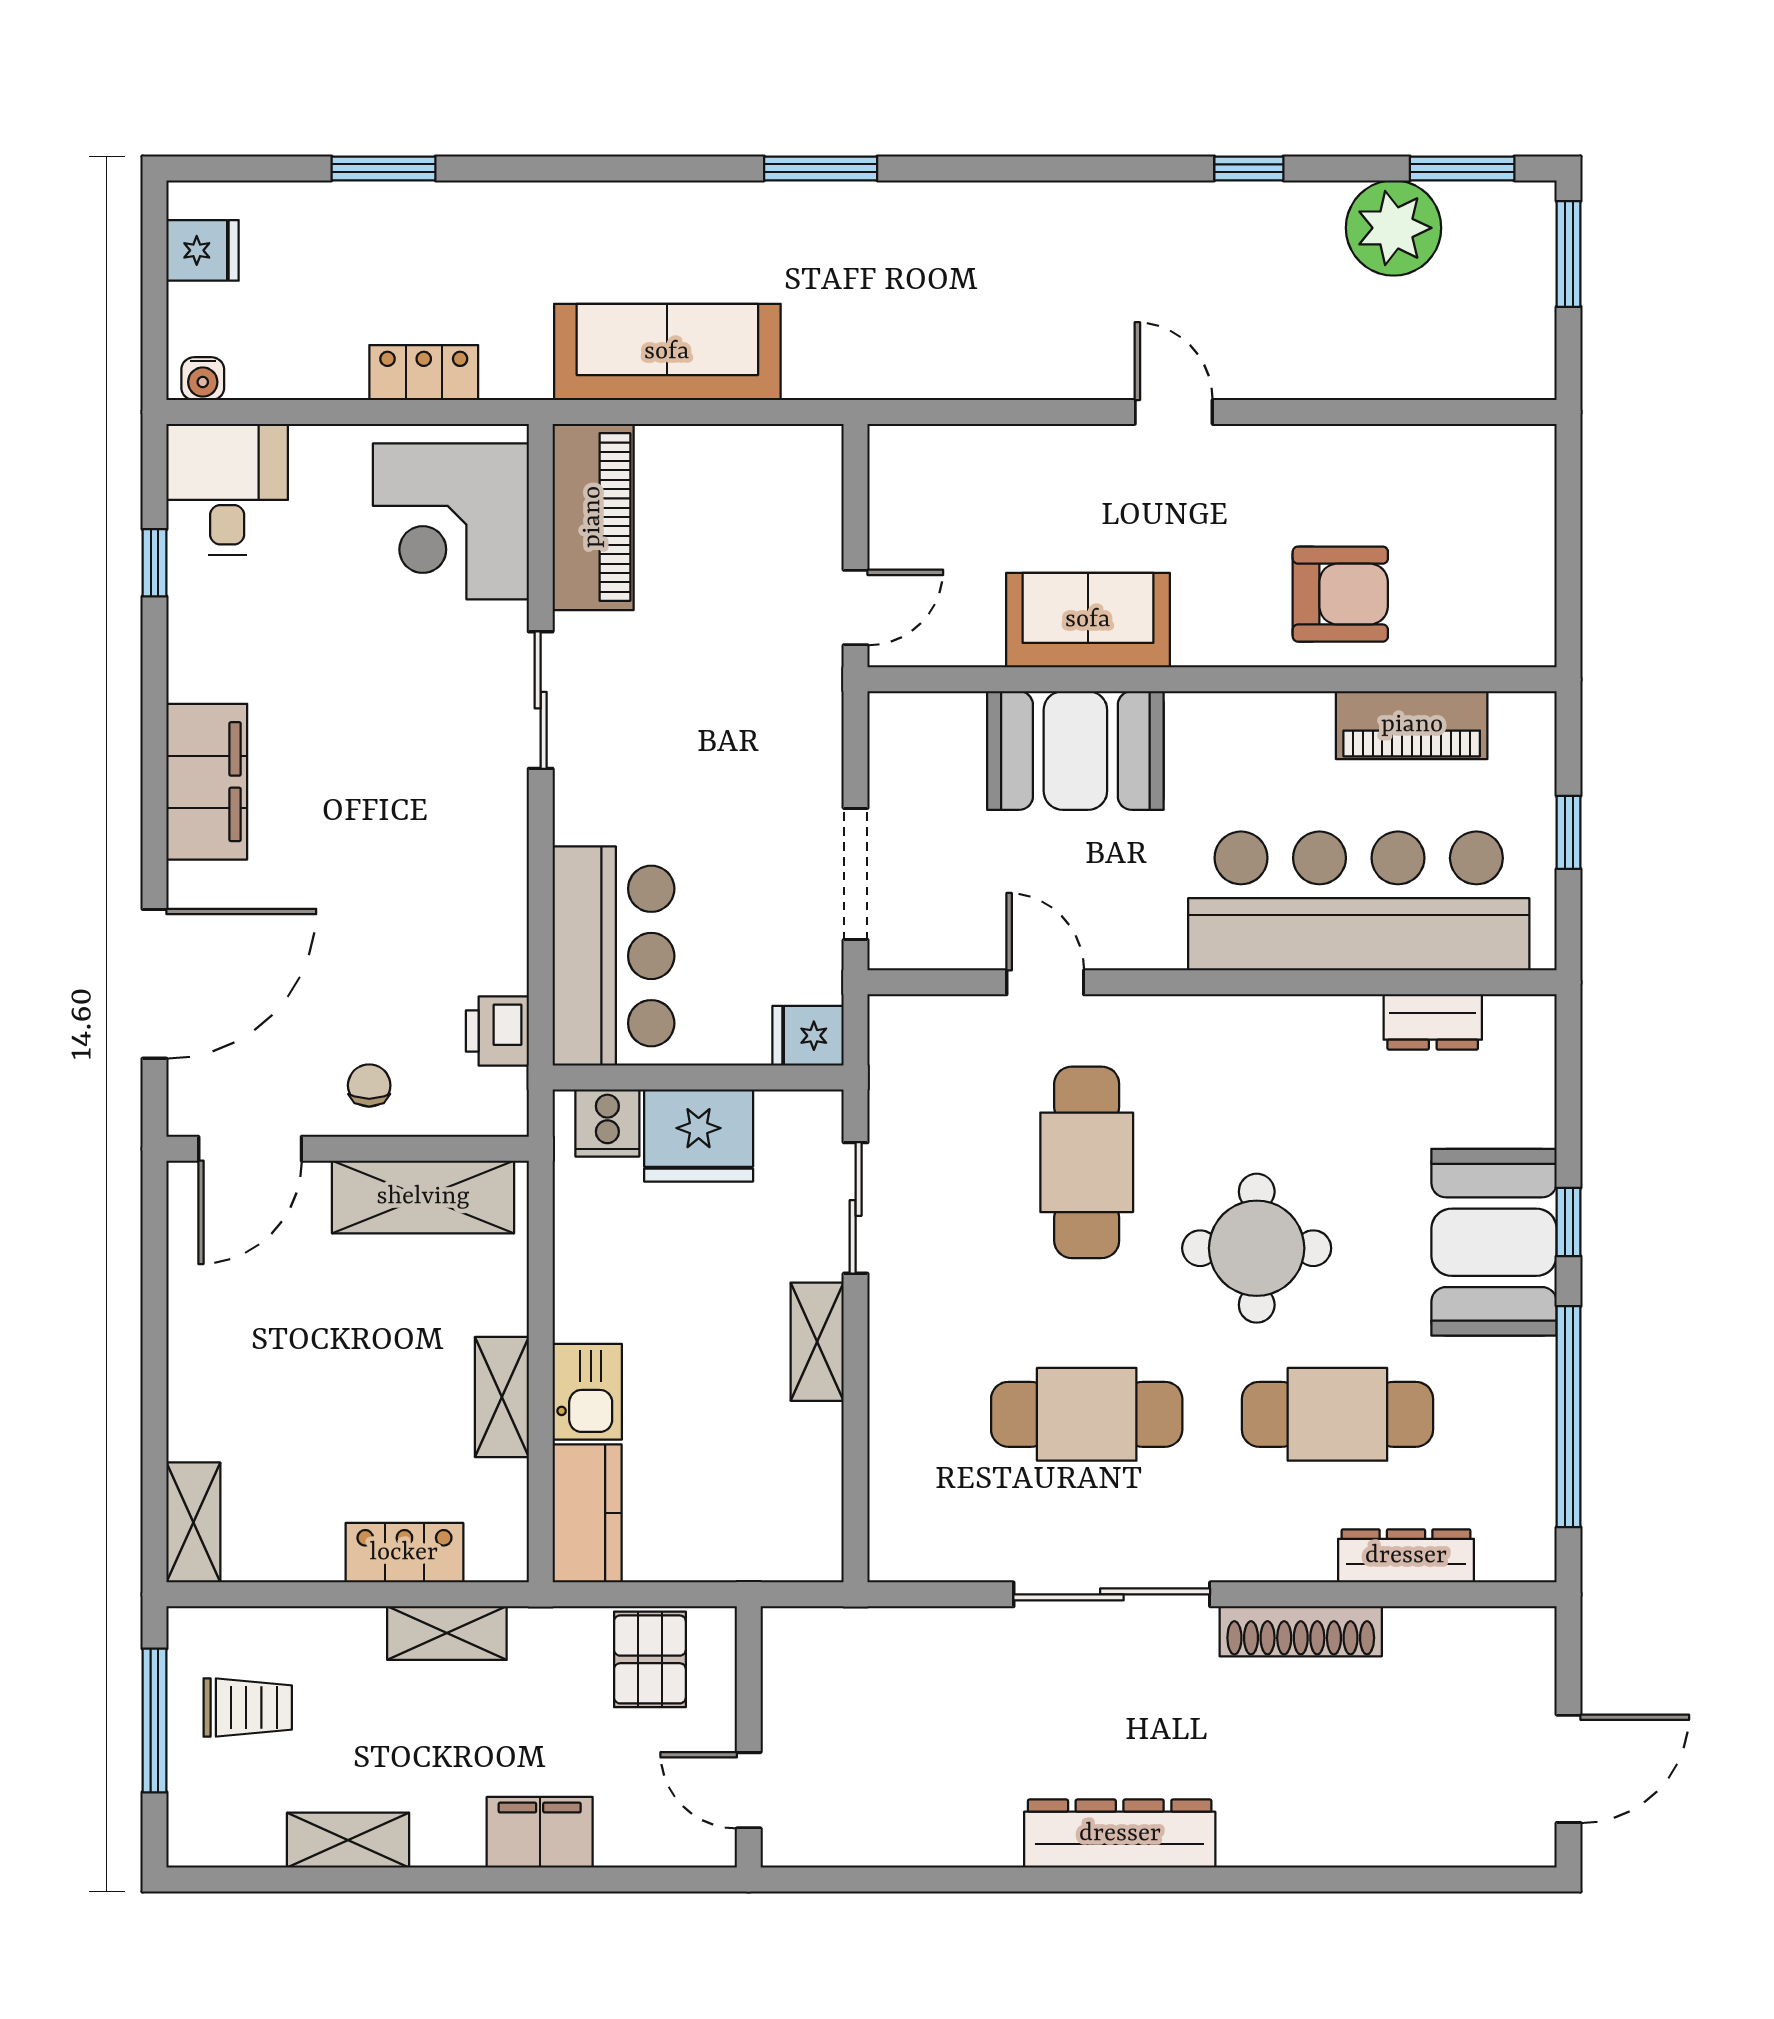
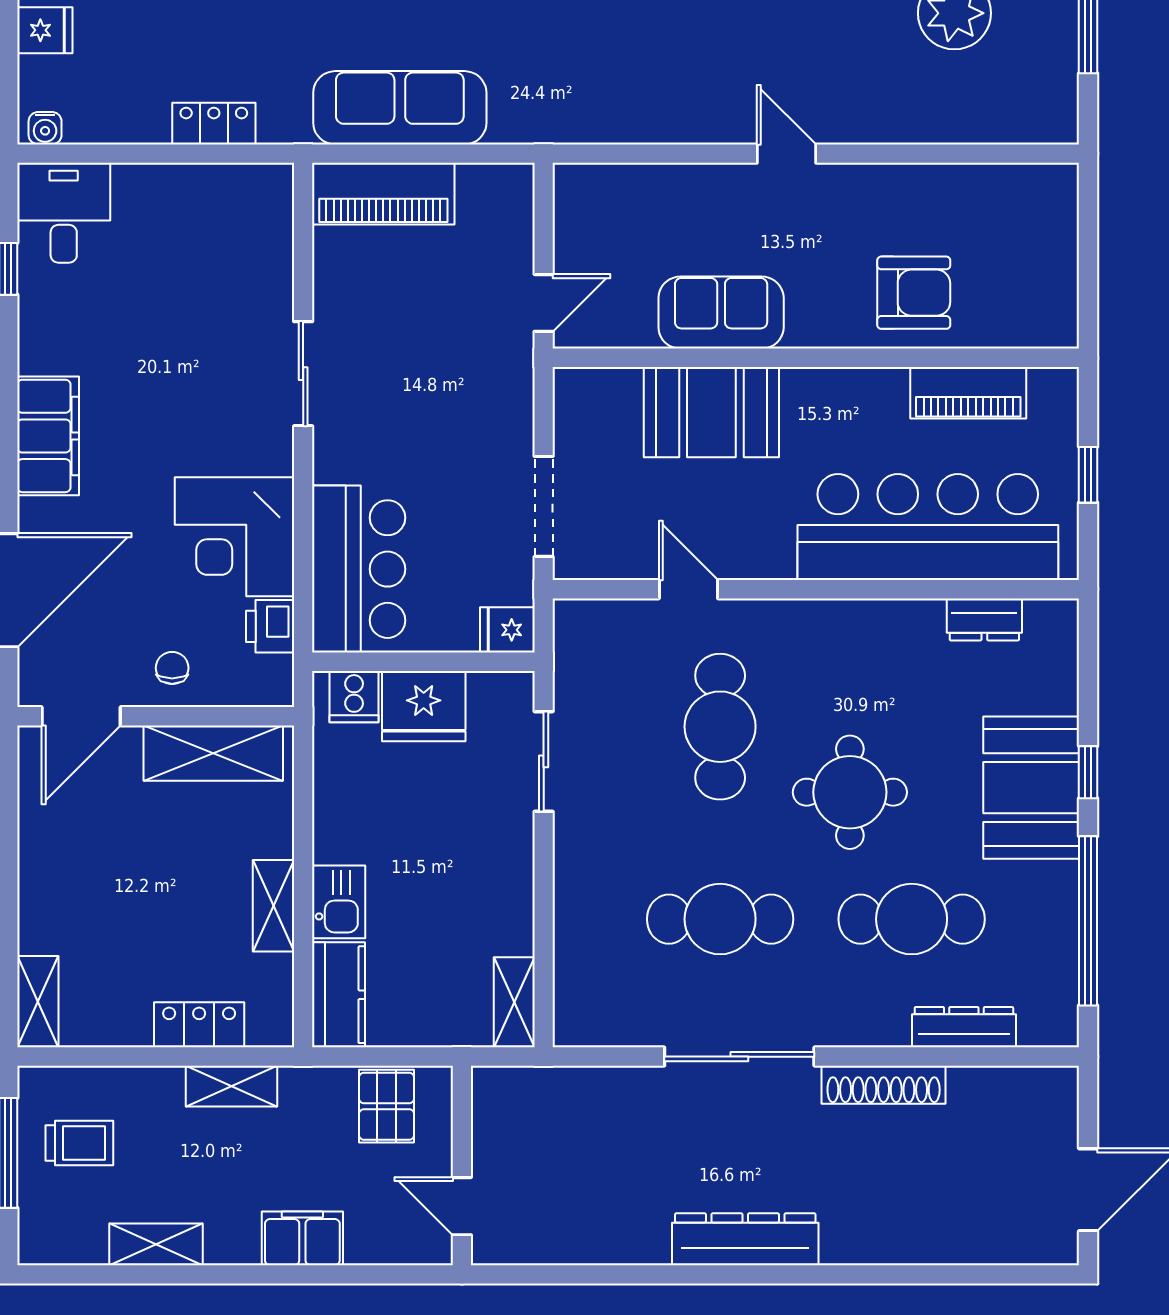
piano: (593, 517) -> (383, 194), moved, turned 90
corner desk: (451, 521) -> (235, 537), moved
shelving: (817, 1342) -> (514, 1002), moved

